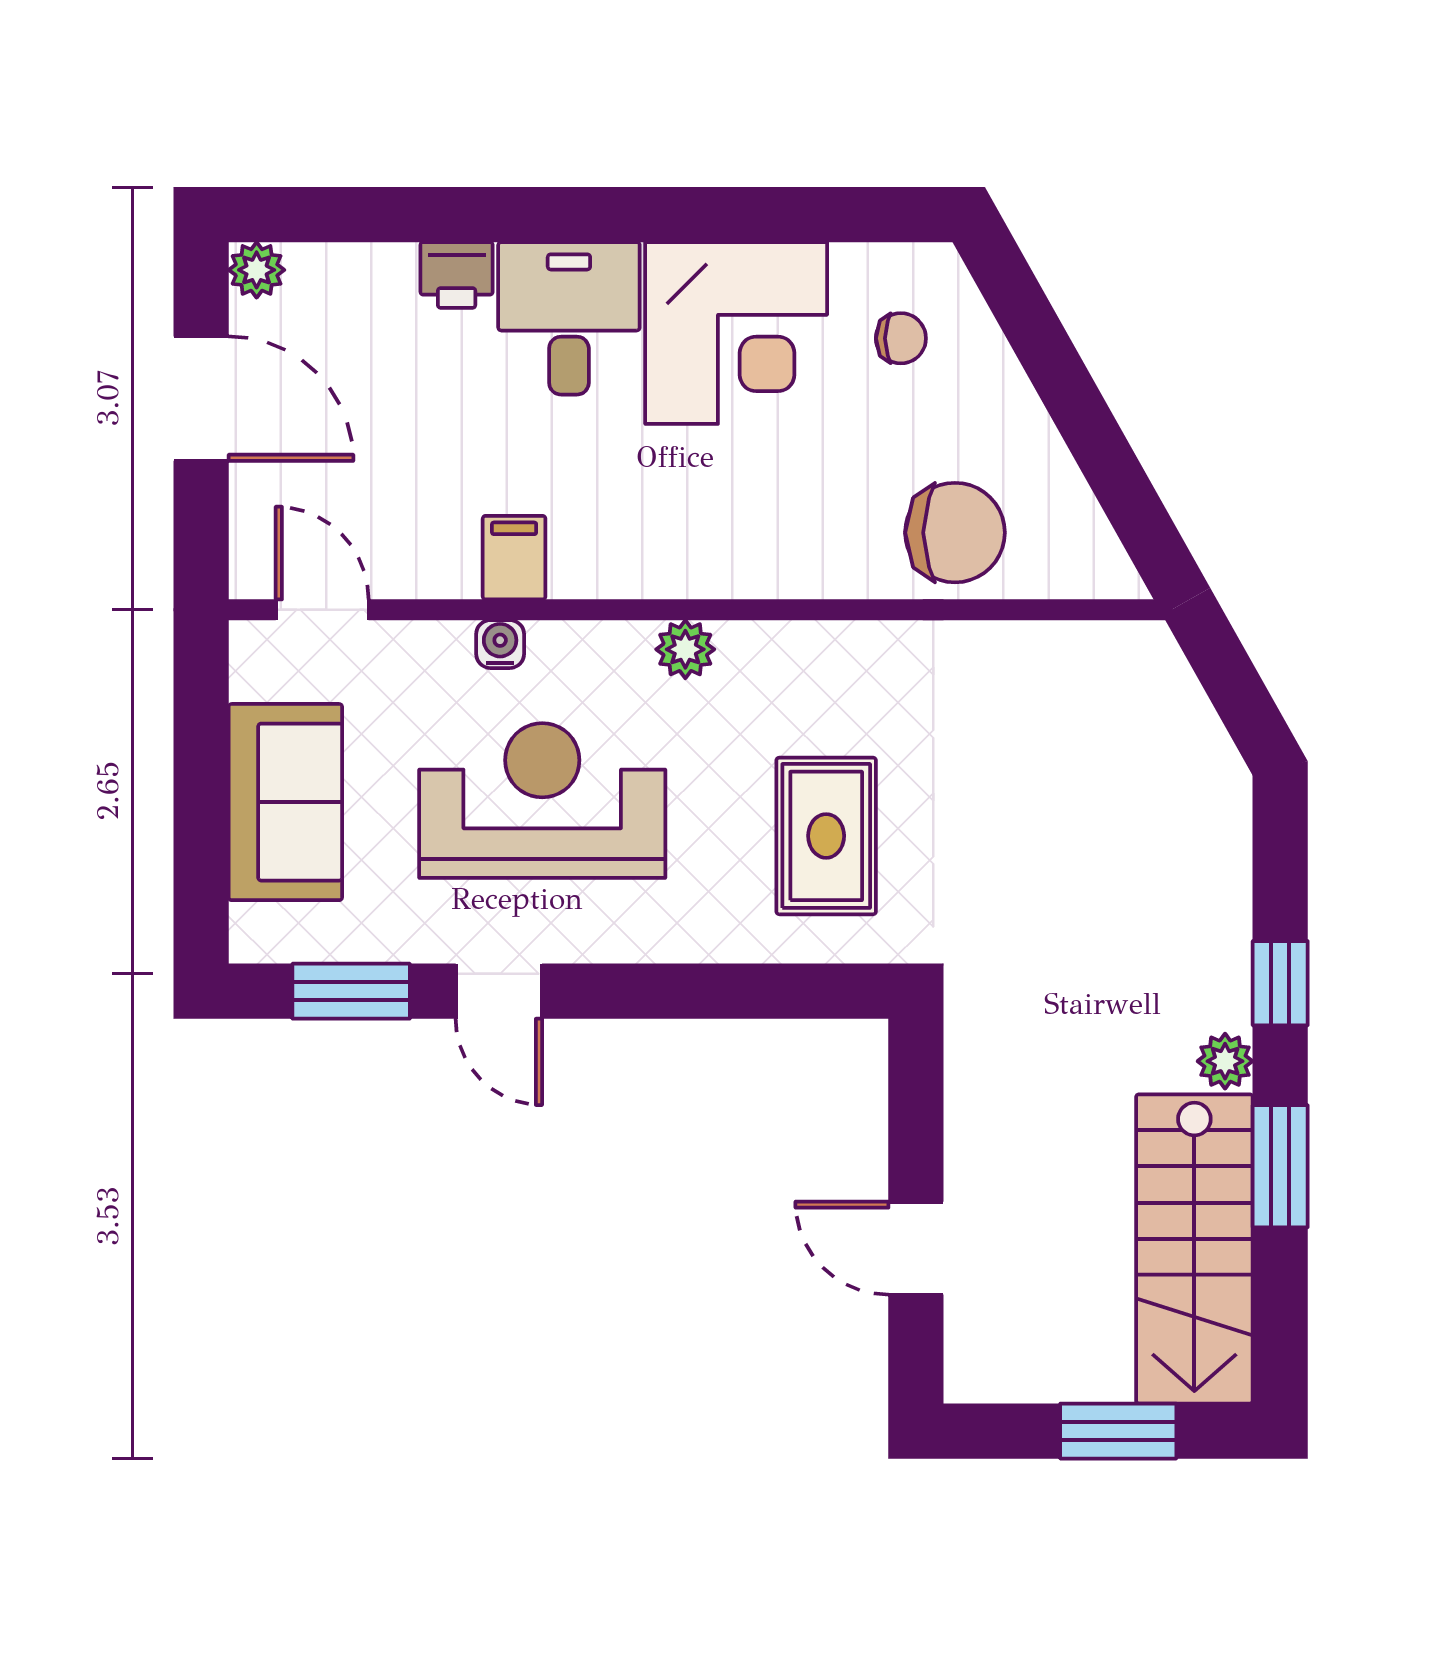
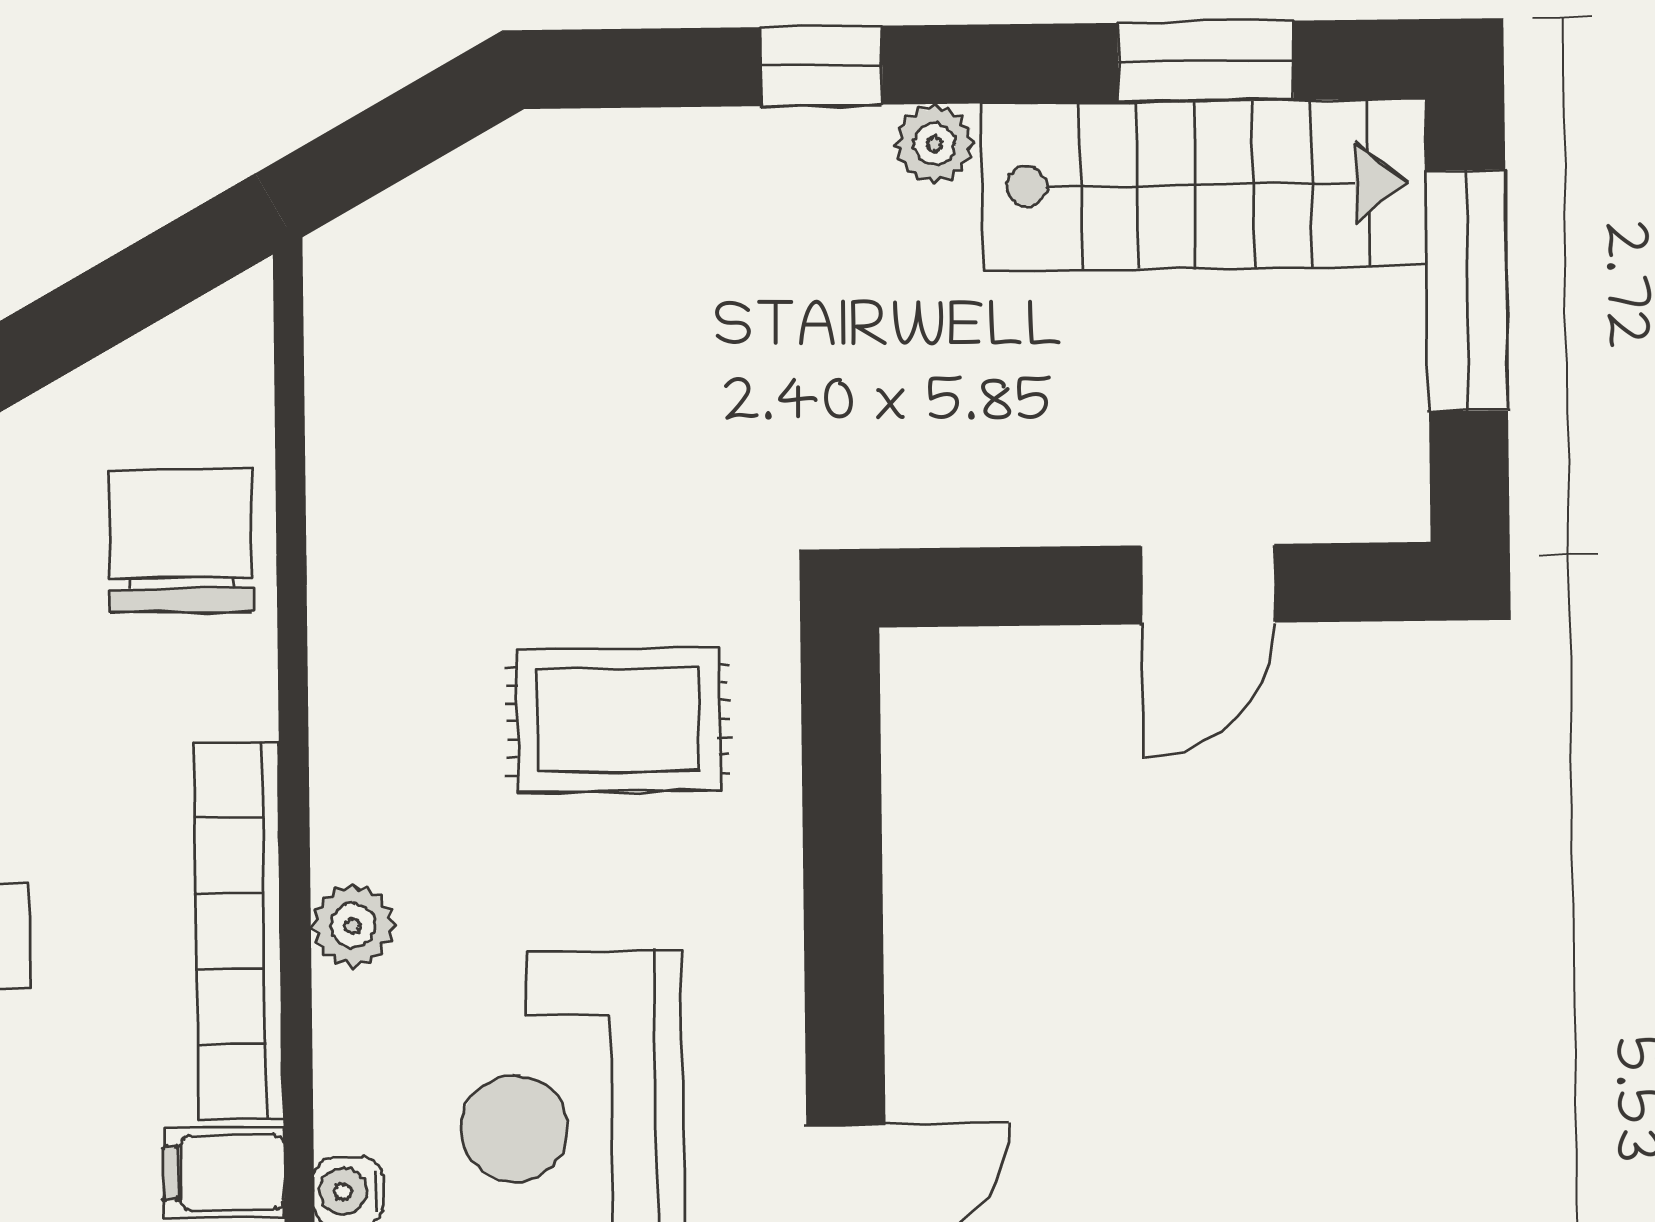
bookcase: (682, 570) -> (238, 931), added
window: (1280, 1166) -> (1206, 61), moved
window: (1118, 1431) -> (1467, 291), width x1.44

